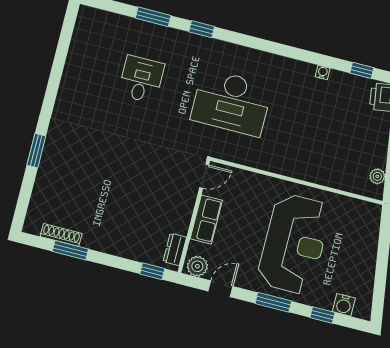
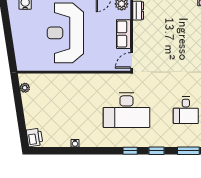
window: (362, 70) -> (130, 151), moved
desk: (231, 102) -> (127, 110), turned 180

